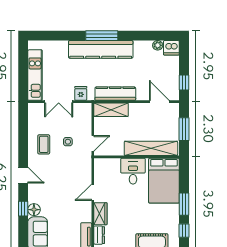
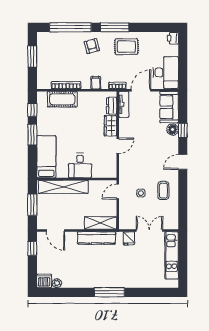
kitchen counter: (101, 49) -> (110, 279), removed
door: (23, 175) -> (183, 162), hinge flipped
bed: (164, 181) -> (46, 157), width x0.67

